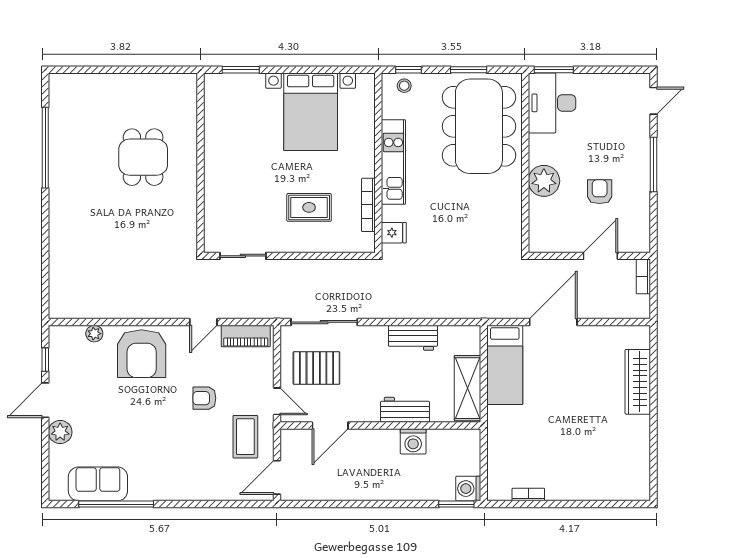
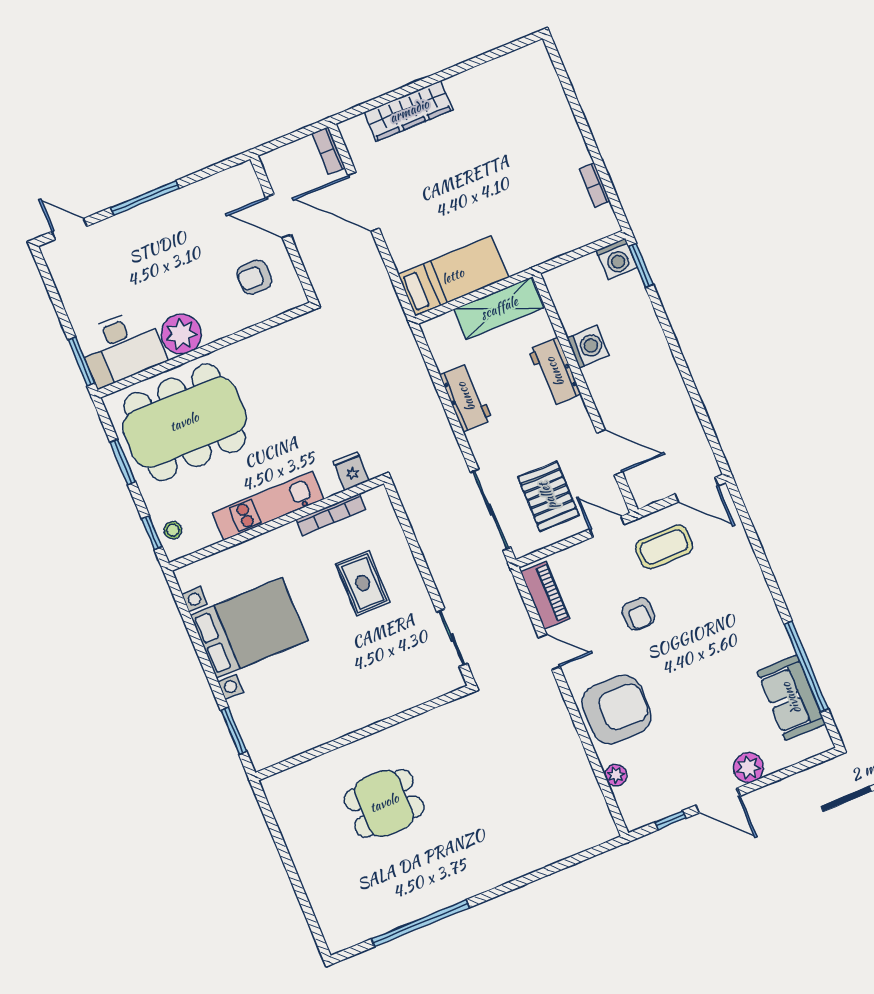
plant: (544, 181) -> (181, 334), moved
armchair: (600, 192) -> (254, 277), moved
bookcase: (643, 276) -> (329, 151), moved, turned 90
door: (553, 322) -> (364, 202), moved
door: (277, 401) -> (607, 527), hinge flipped

